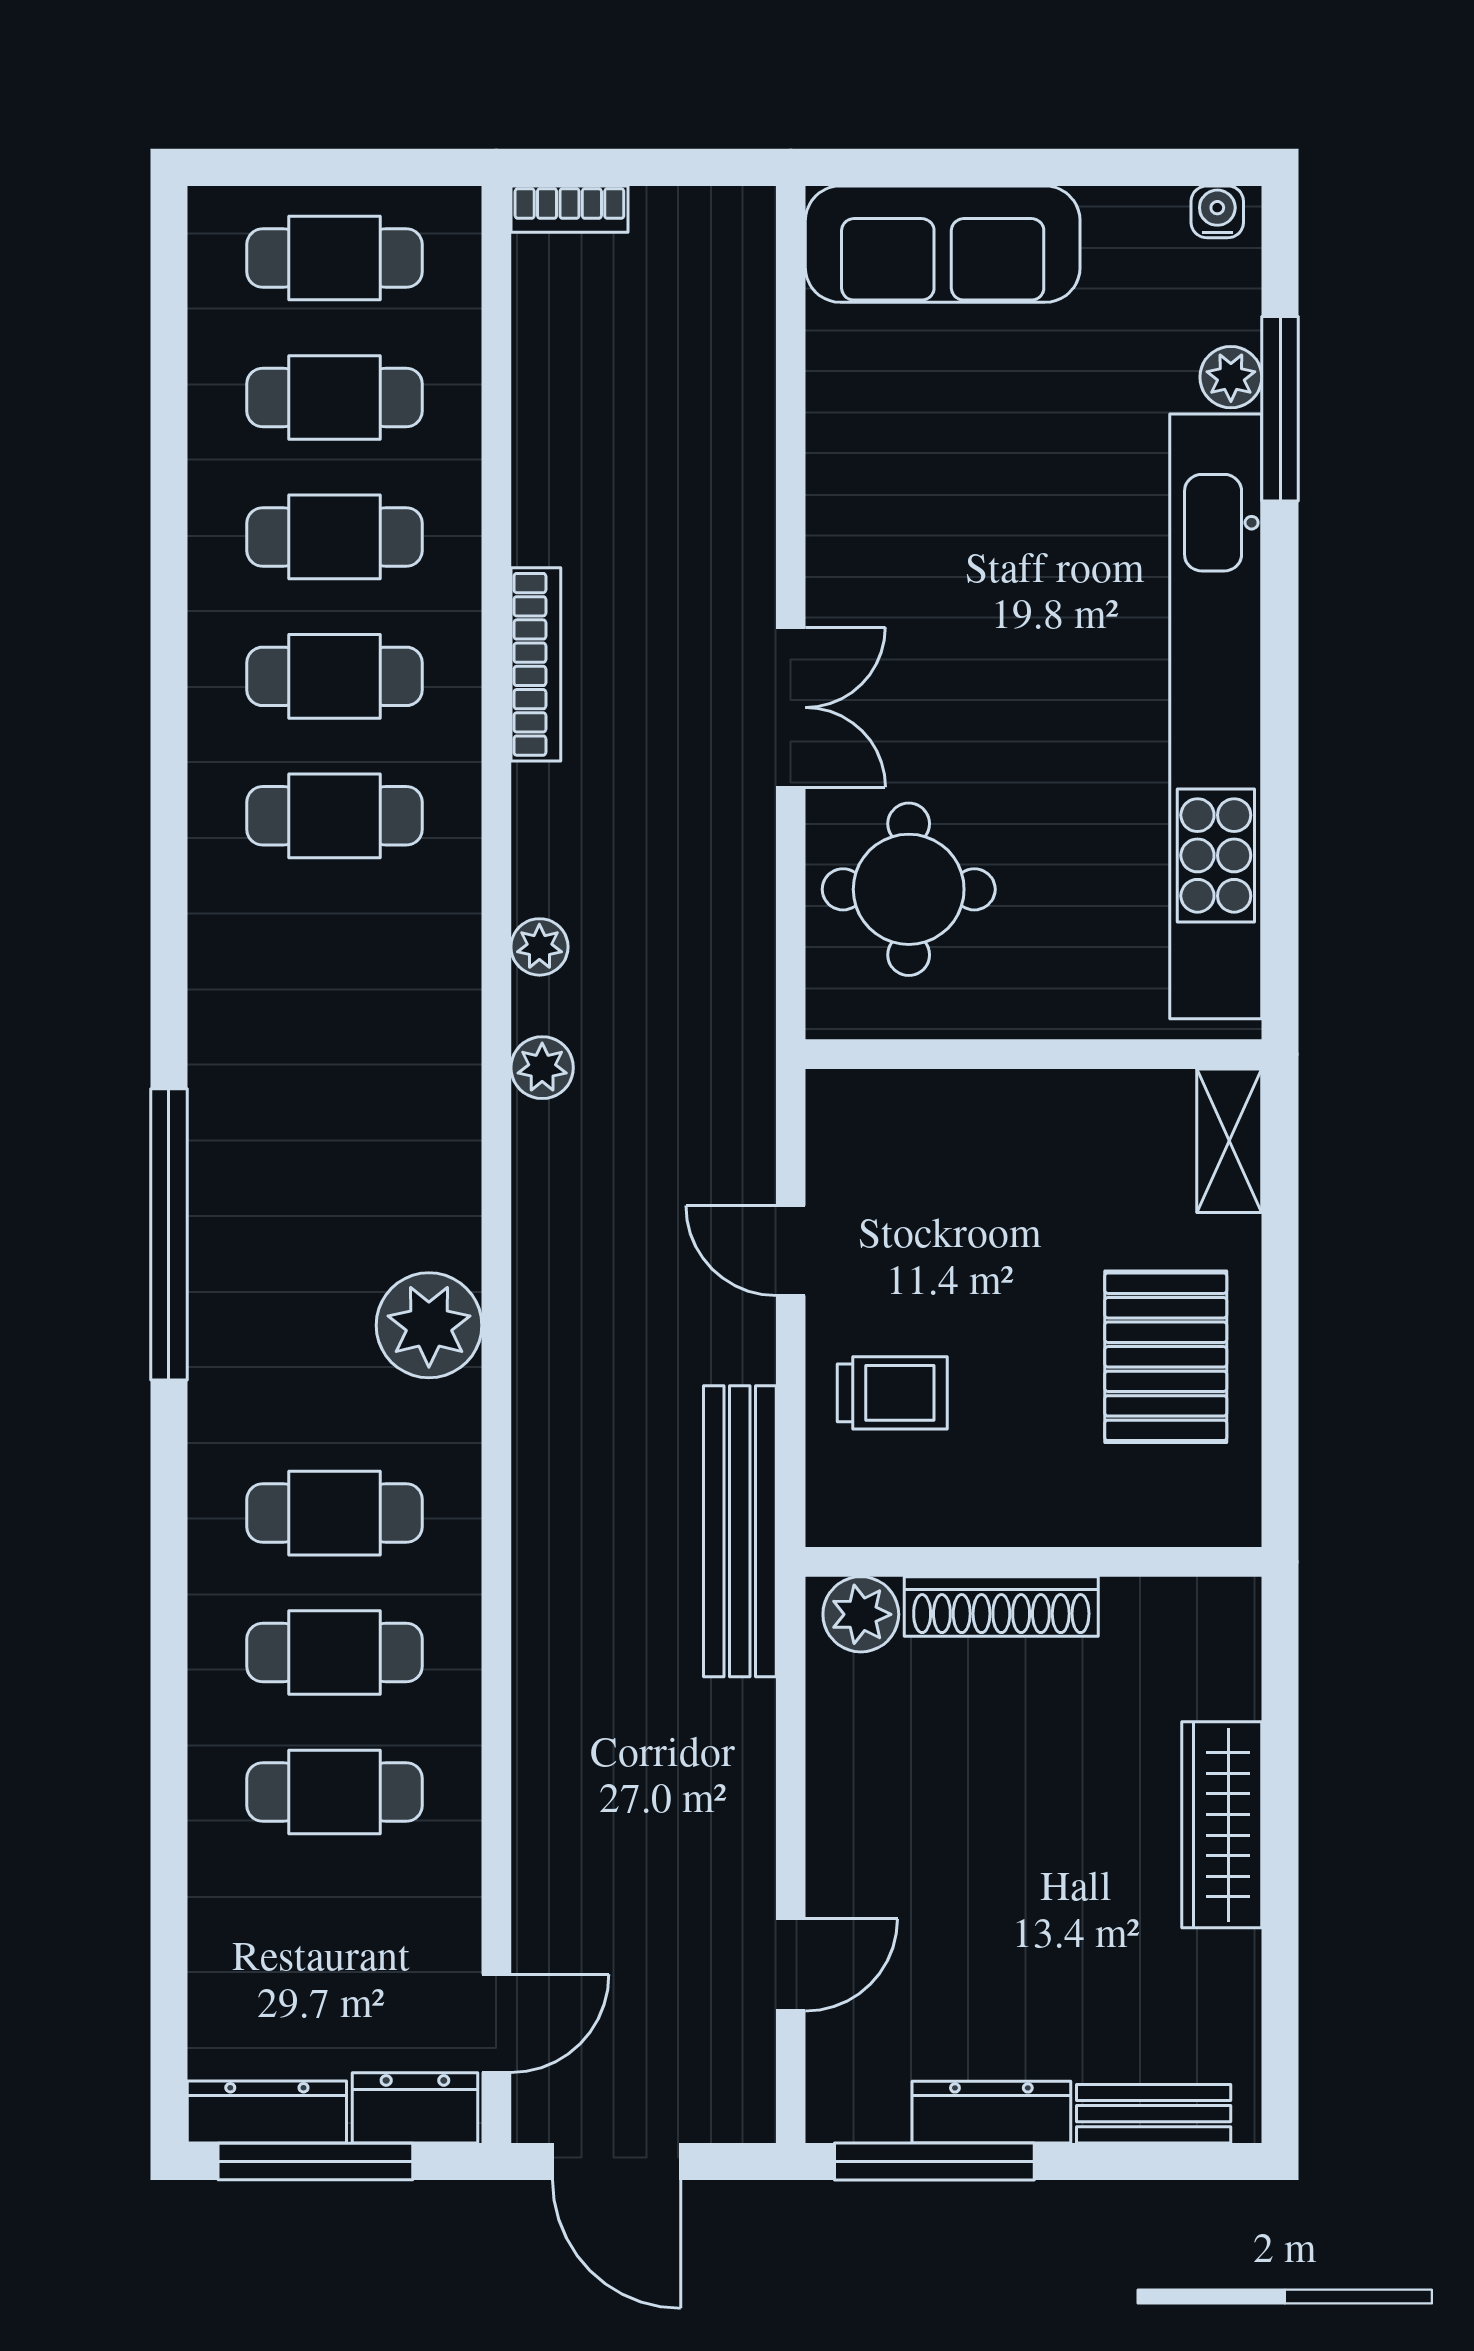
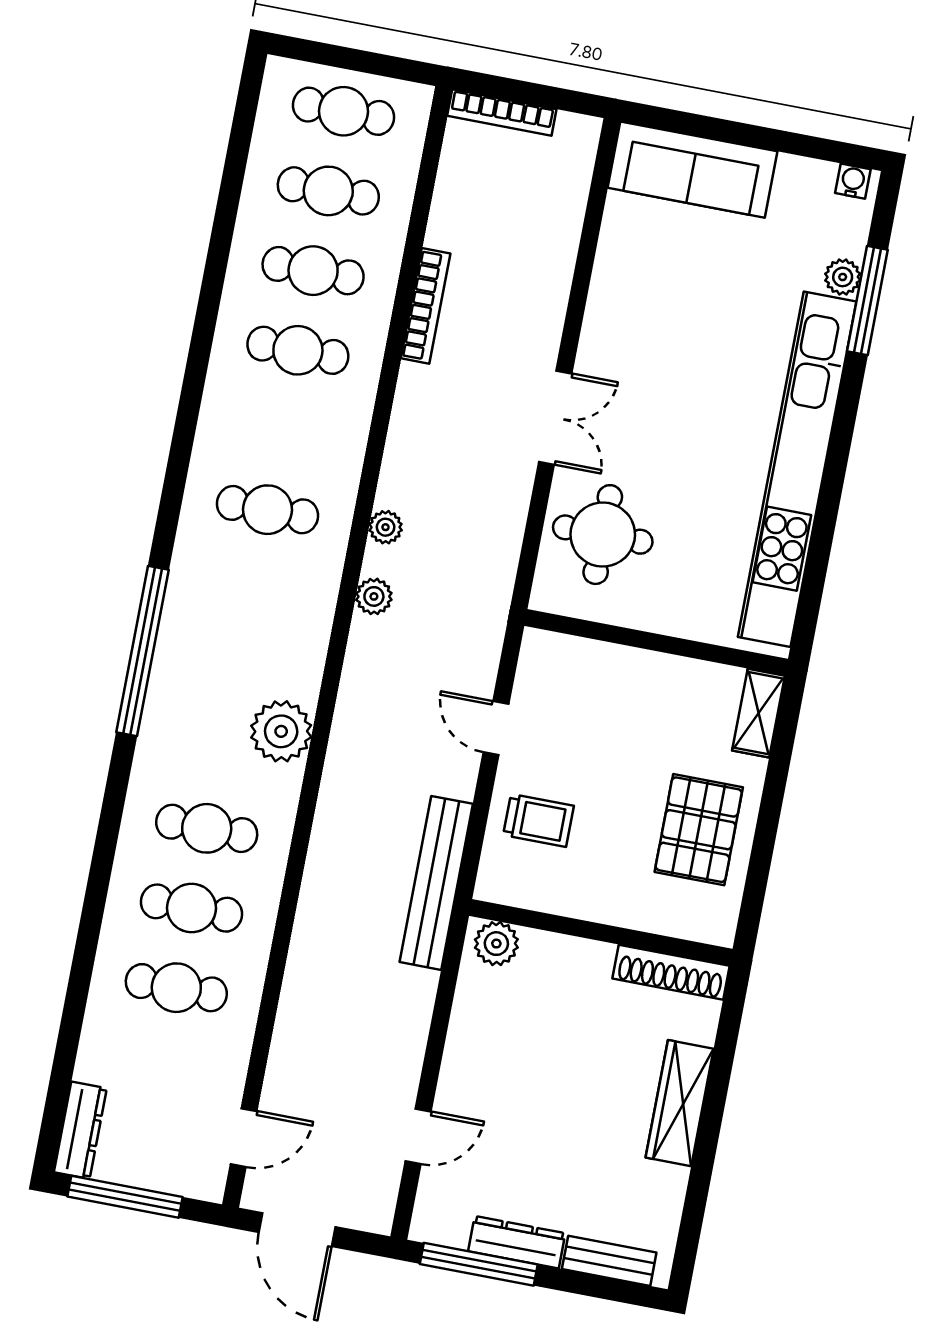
bookcase: (569, 209) -> (502, 113), width x1.56
bookcase: (536, 664) -> (426, 306), moved
cafe table: (335, 816) -> (267, 510), moved
shoe rack: (1001, 1606) -> (671, 972), moved
dresser: (415, 2108) -> (188, 1177), removed
dresser: (267, 2112) -> (80, 1130), moved, turned 90

